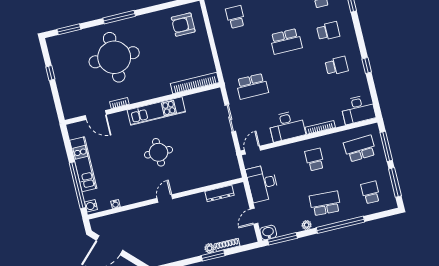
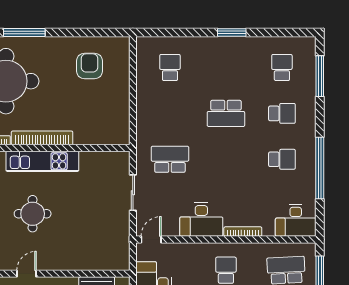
armchair: (183, 25) -> (89, 66), moved, turned 90
window: (367, 66) -> (320, 168), width x3.17
bookcase: (195, 83) -> (42, 138), moved
school desk: (252, 86) -> (170, 159), turned 180

